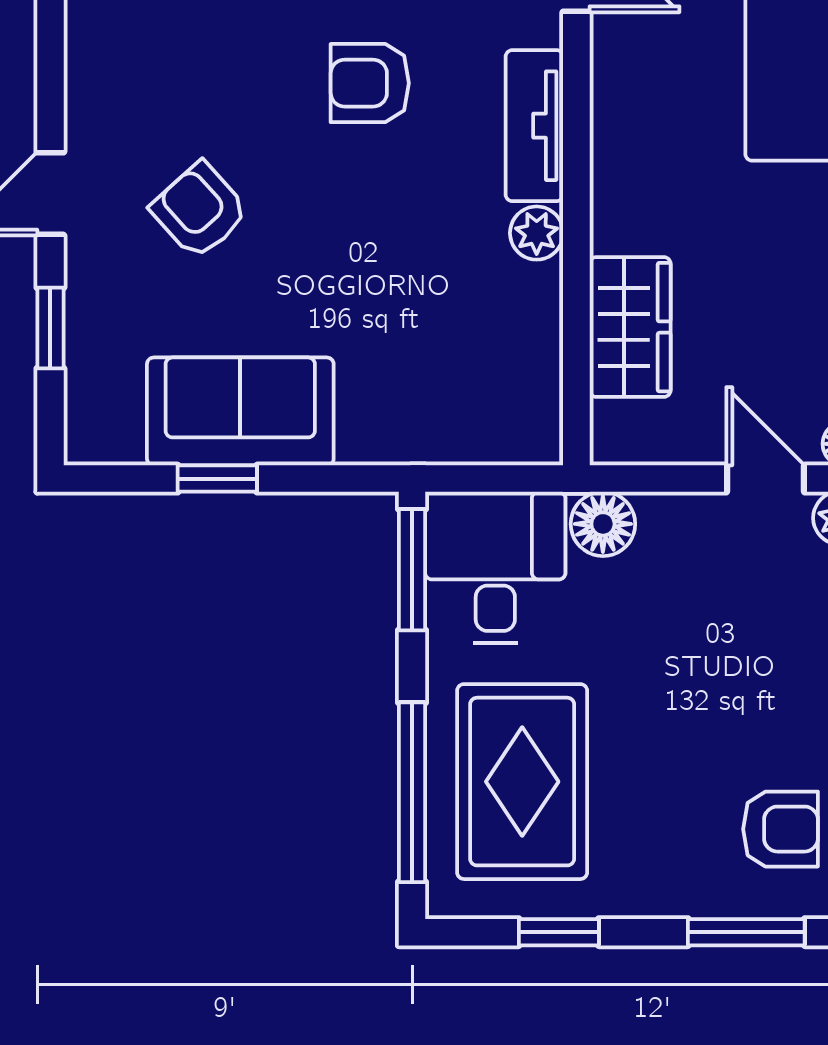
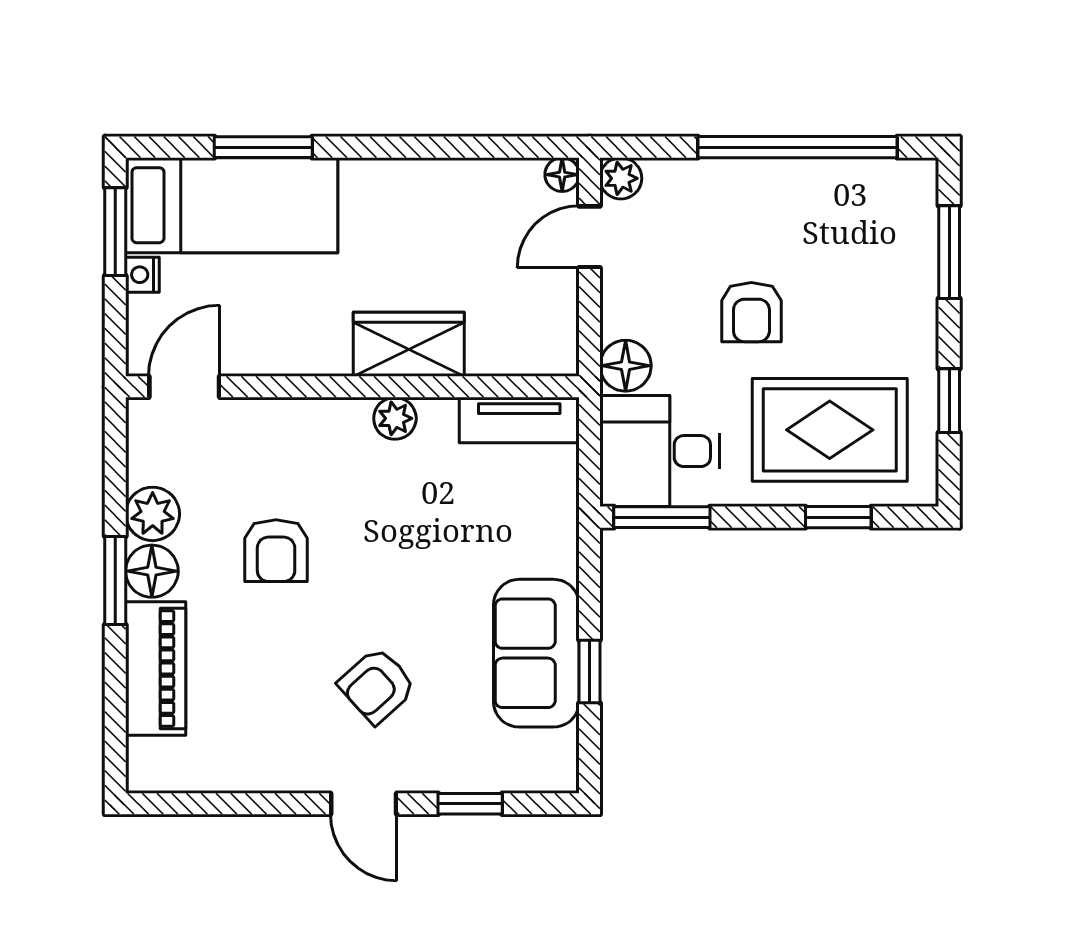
tv unit: (534, 126) -> (519, 420), moved
wardrobe: (630, 327) -> (409, 344), moved
window: (412, 792) -> (838, 517), width x0.46
armchair: (780, 829) -> (751, 312), moved, turned 180

